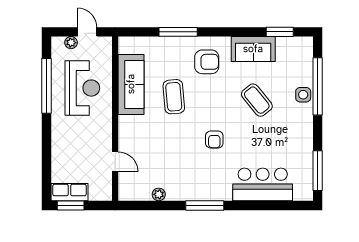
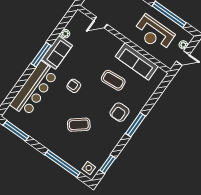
window: (178, 32) -> (135, 125), moved
sofa: (253, 49) -> (57, 52), moved, turned 180
side table: (303, 95) -> (89, 168), moved
bar counter: (263, 184) -> (34, 89), width x1.36

